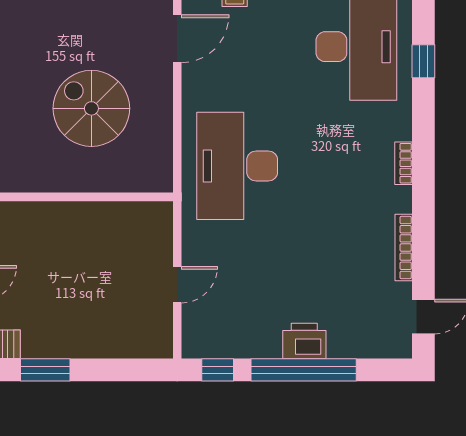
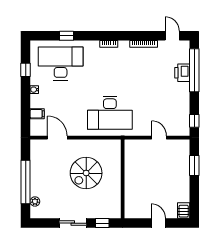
printer: (304, 341) -> (182, 73), moved
window: (45, 370) -> (194, 166), moved
window: (304, 370) -> (194, 70), moved

